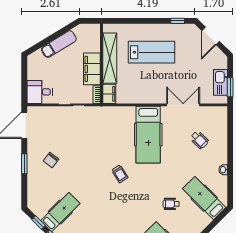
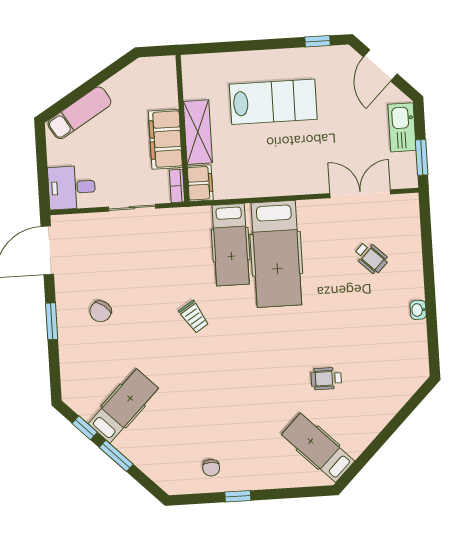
exam couch: (59, 44) -> (79, 113), moved
shelving: (110, 58) -> (198, 132), width x0.68
kitchen sink: (220, 82) -> (402, 127), moved
double door: (183, 105) -> (360, 194), moved
trolley: (120, 174) -> (194, 317), moved
hospital bed: (204, 198) -> (231, 245), moved, turned -135

